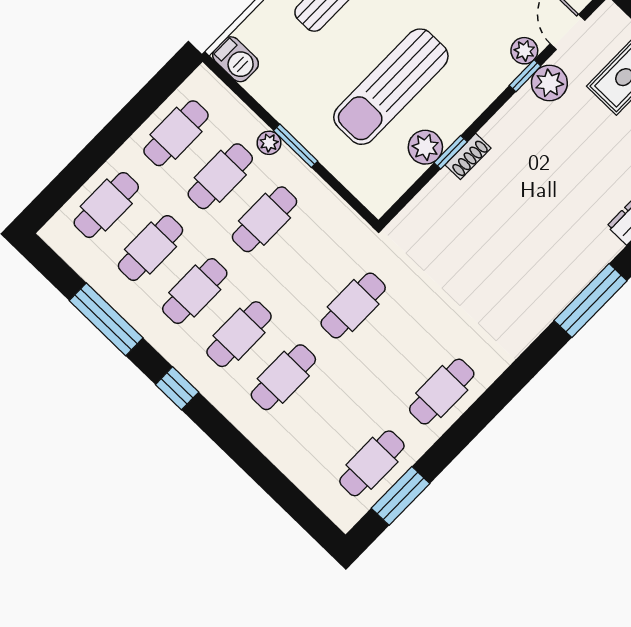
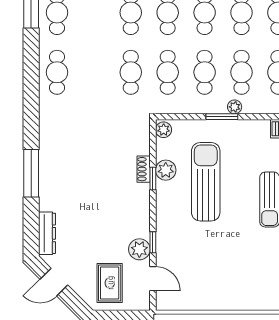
plant: (524, 51) -> (164, 130), moved
shoe rack: (468, 156) -> (144, 169), moved
cafe table: (309, 262) -> (168, 72), added

